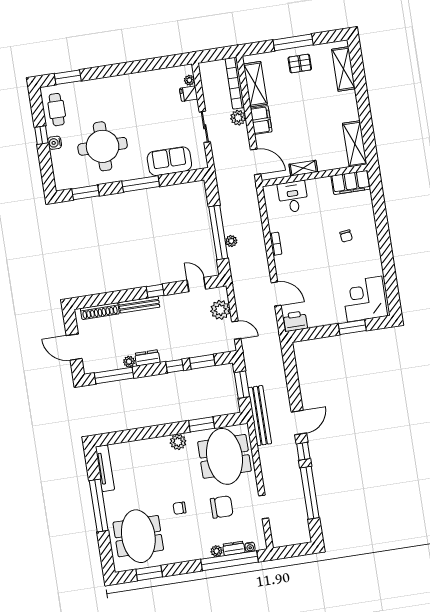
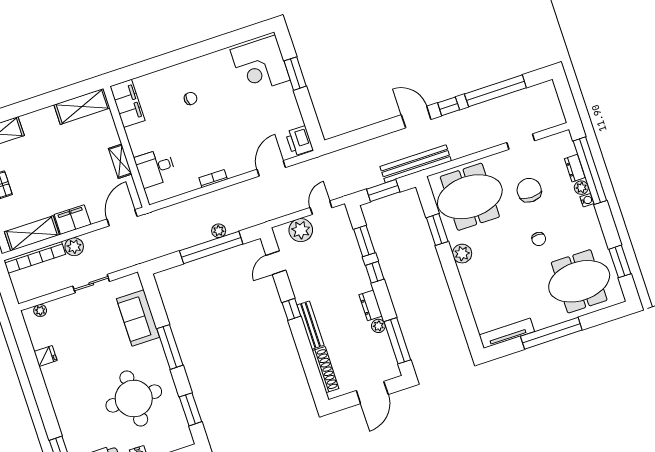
fridge: (189, 94) -> (46, 356), moved, turned -90
water cooler: (250, 547) -> (587, 200), moved

